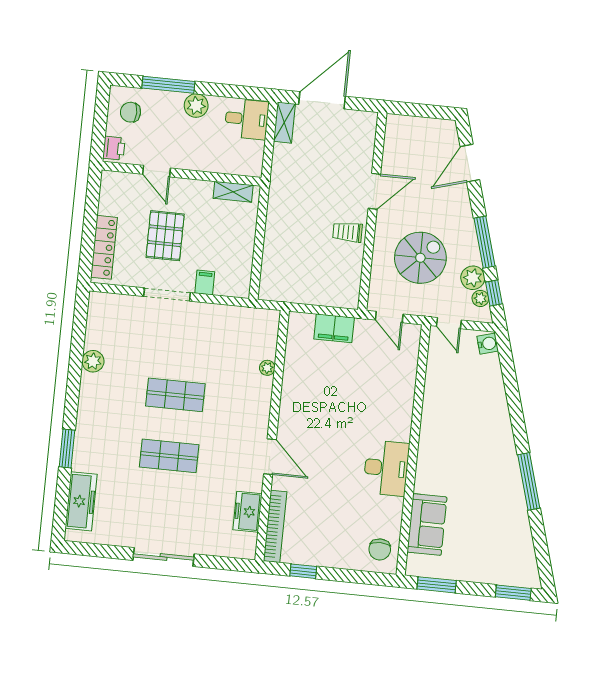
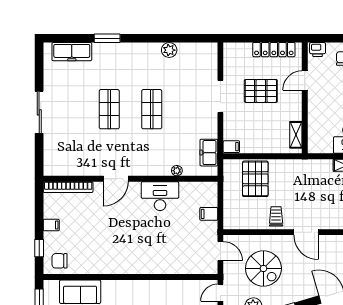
locker: (104, 247) -> (274, 50), moved
pallet: (290, 256) -> (255, 179), added
filing cabinet: (205, 282) -> (231, 147), moved
door: (389, 317) -> (220, 251), swing flipped
filing cabinet: (334, 328) -> (209, 214), width x0.50
desk: (386, 468) -> (160, 196), moved, turned 180
freezer: (248, 512) -> (209, 153), moved, turned -90
filing cabinet: (327, 556) -> (51, 225), added
window: (303, 571) -> (39, 248), moved

